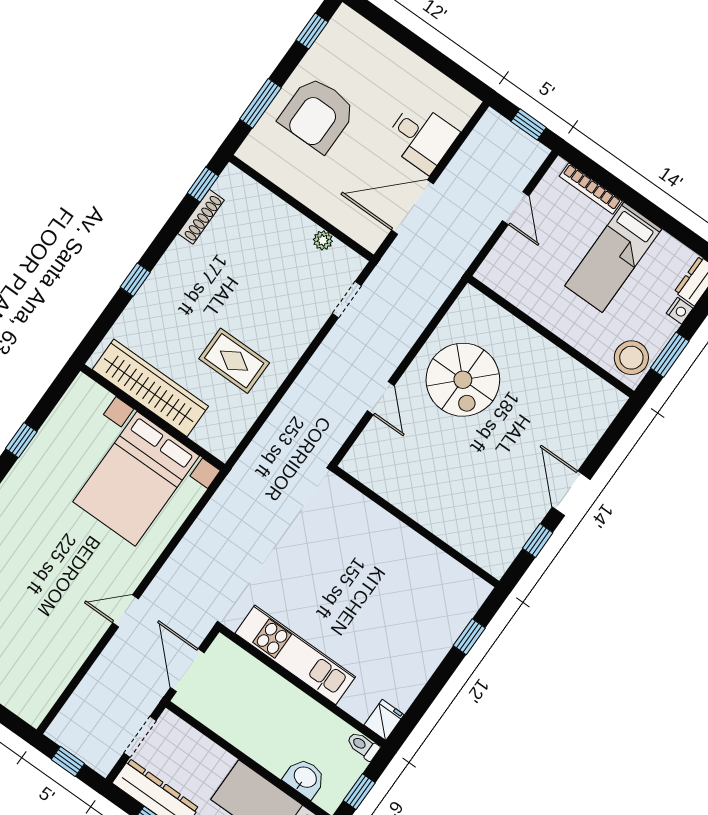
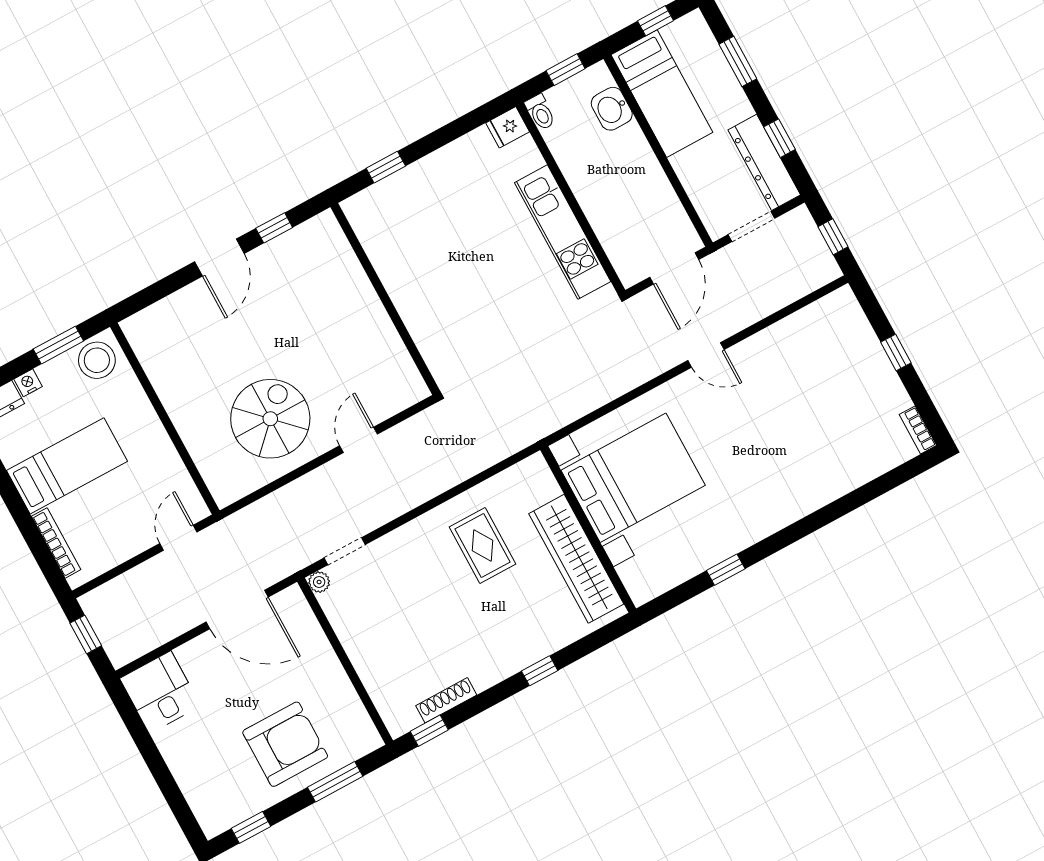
desk: (421, 137) -> (160, 692), moved
door: (516, 208) -> (178, 538), moved
plant: (323, 240) -> (319, 582), moved

